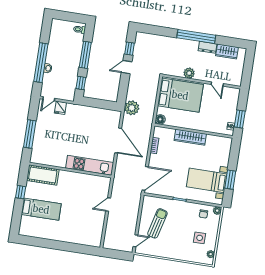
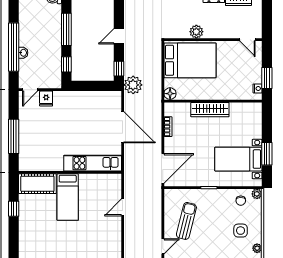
window: (129, 49) -> (119, 69), moved
door: (217, 84) -> (247, 40), moved
bed: (41, 209) -> (68, 197), moved, turned 90

